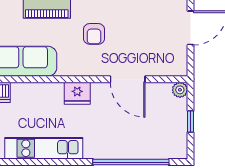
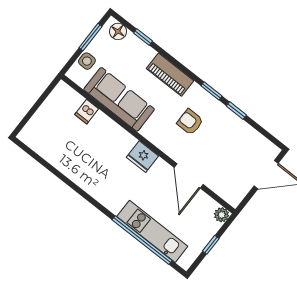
armchair: (94, 34) -> (190, 122), turned 90
kitchen unit: (44, 148) -> (152, 231), moved

